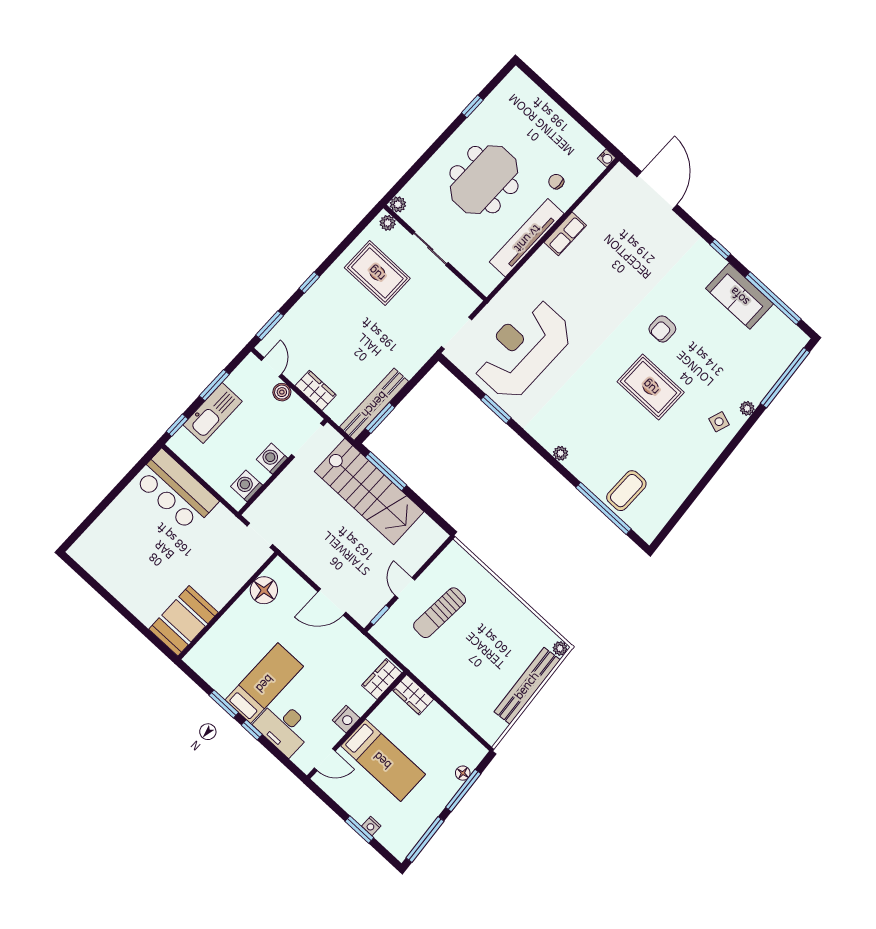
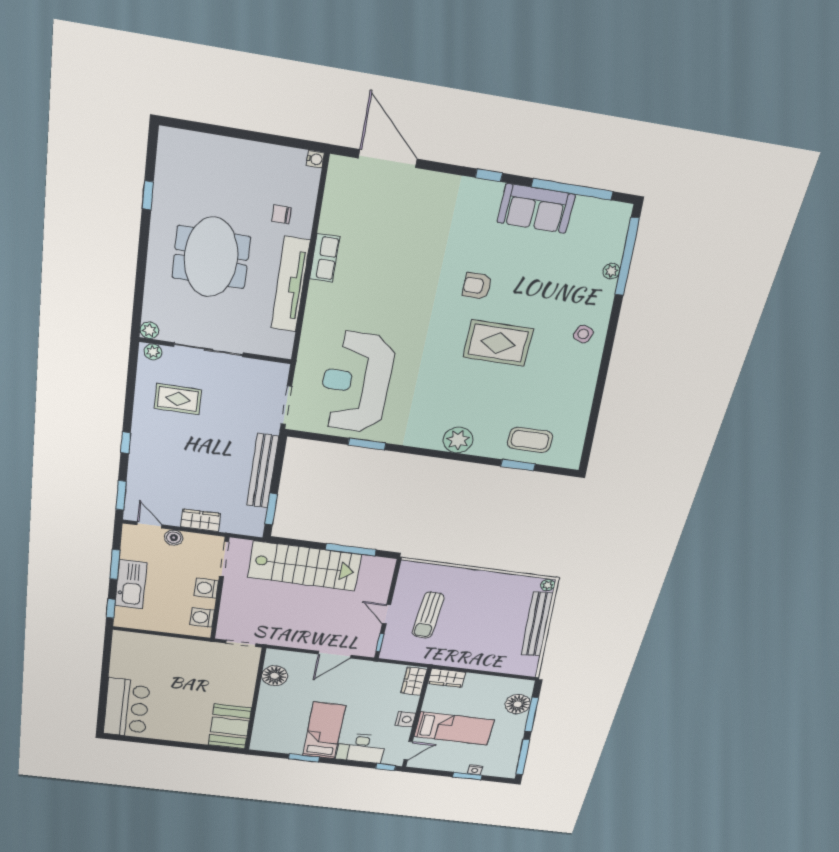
sliding door: (430, 249) -> (208, 350), width x1.37
rug: (377, 273) -> (178, 399), width x0.73, depth x0.70
armchair: (662, 329) -> (477, 286), turned 90
bench: (374, 404) -> (263, 471), moved
plant: (747, 408) -> (611, 271), moved
plant: (561, 453) -> (458, 440), width x1.87, depth x1.87
window: (386, 471) -> (351, 550), moved
bar counter: (176, 490) -> (127, 708), moved, turned -90
coffee table: (626, 491) -> (530, 440), turned 90
window: (603, 508) -> (518, 465), width x0.47
window: (252, 730) -> (386, 767), moved
floor lamp: (463, 773) -> (518, 704), width x1.89, depth x1.89

